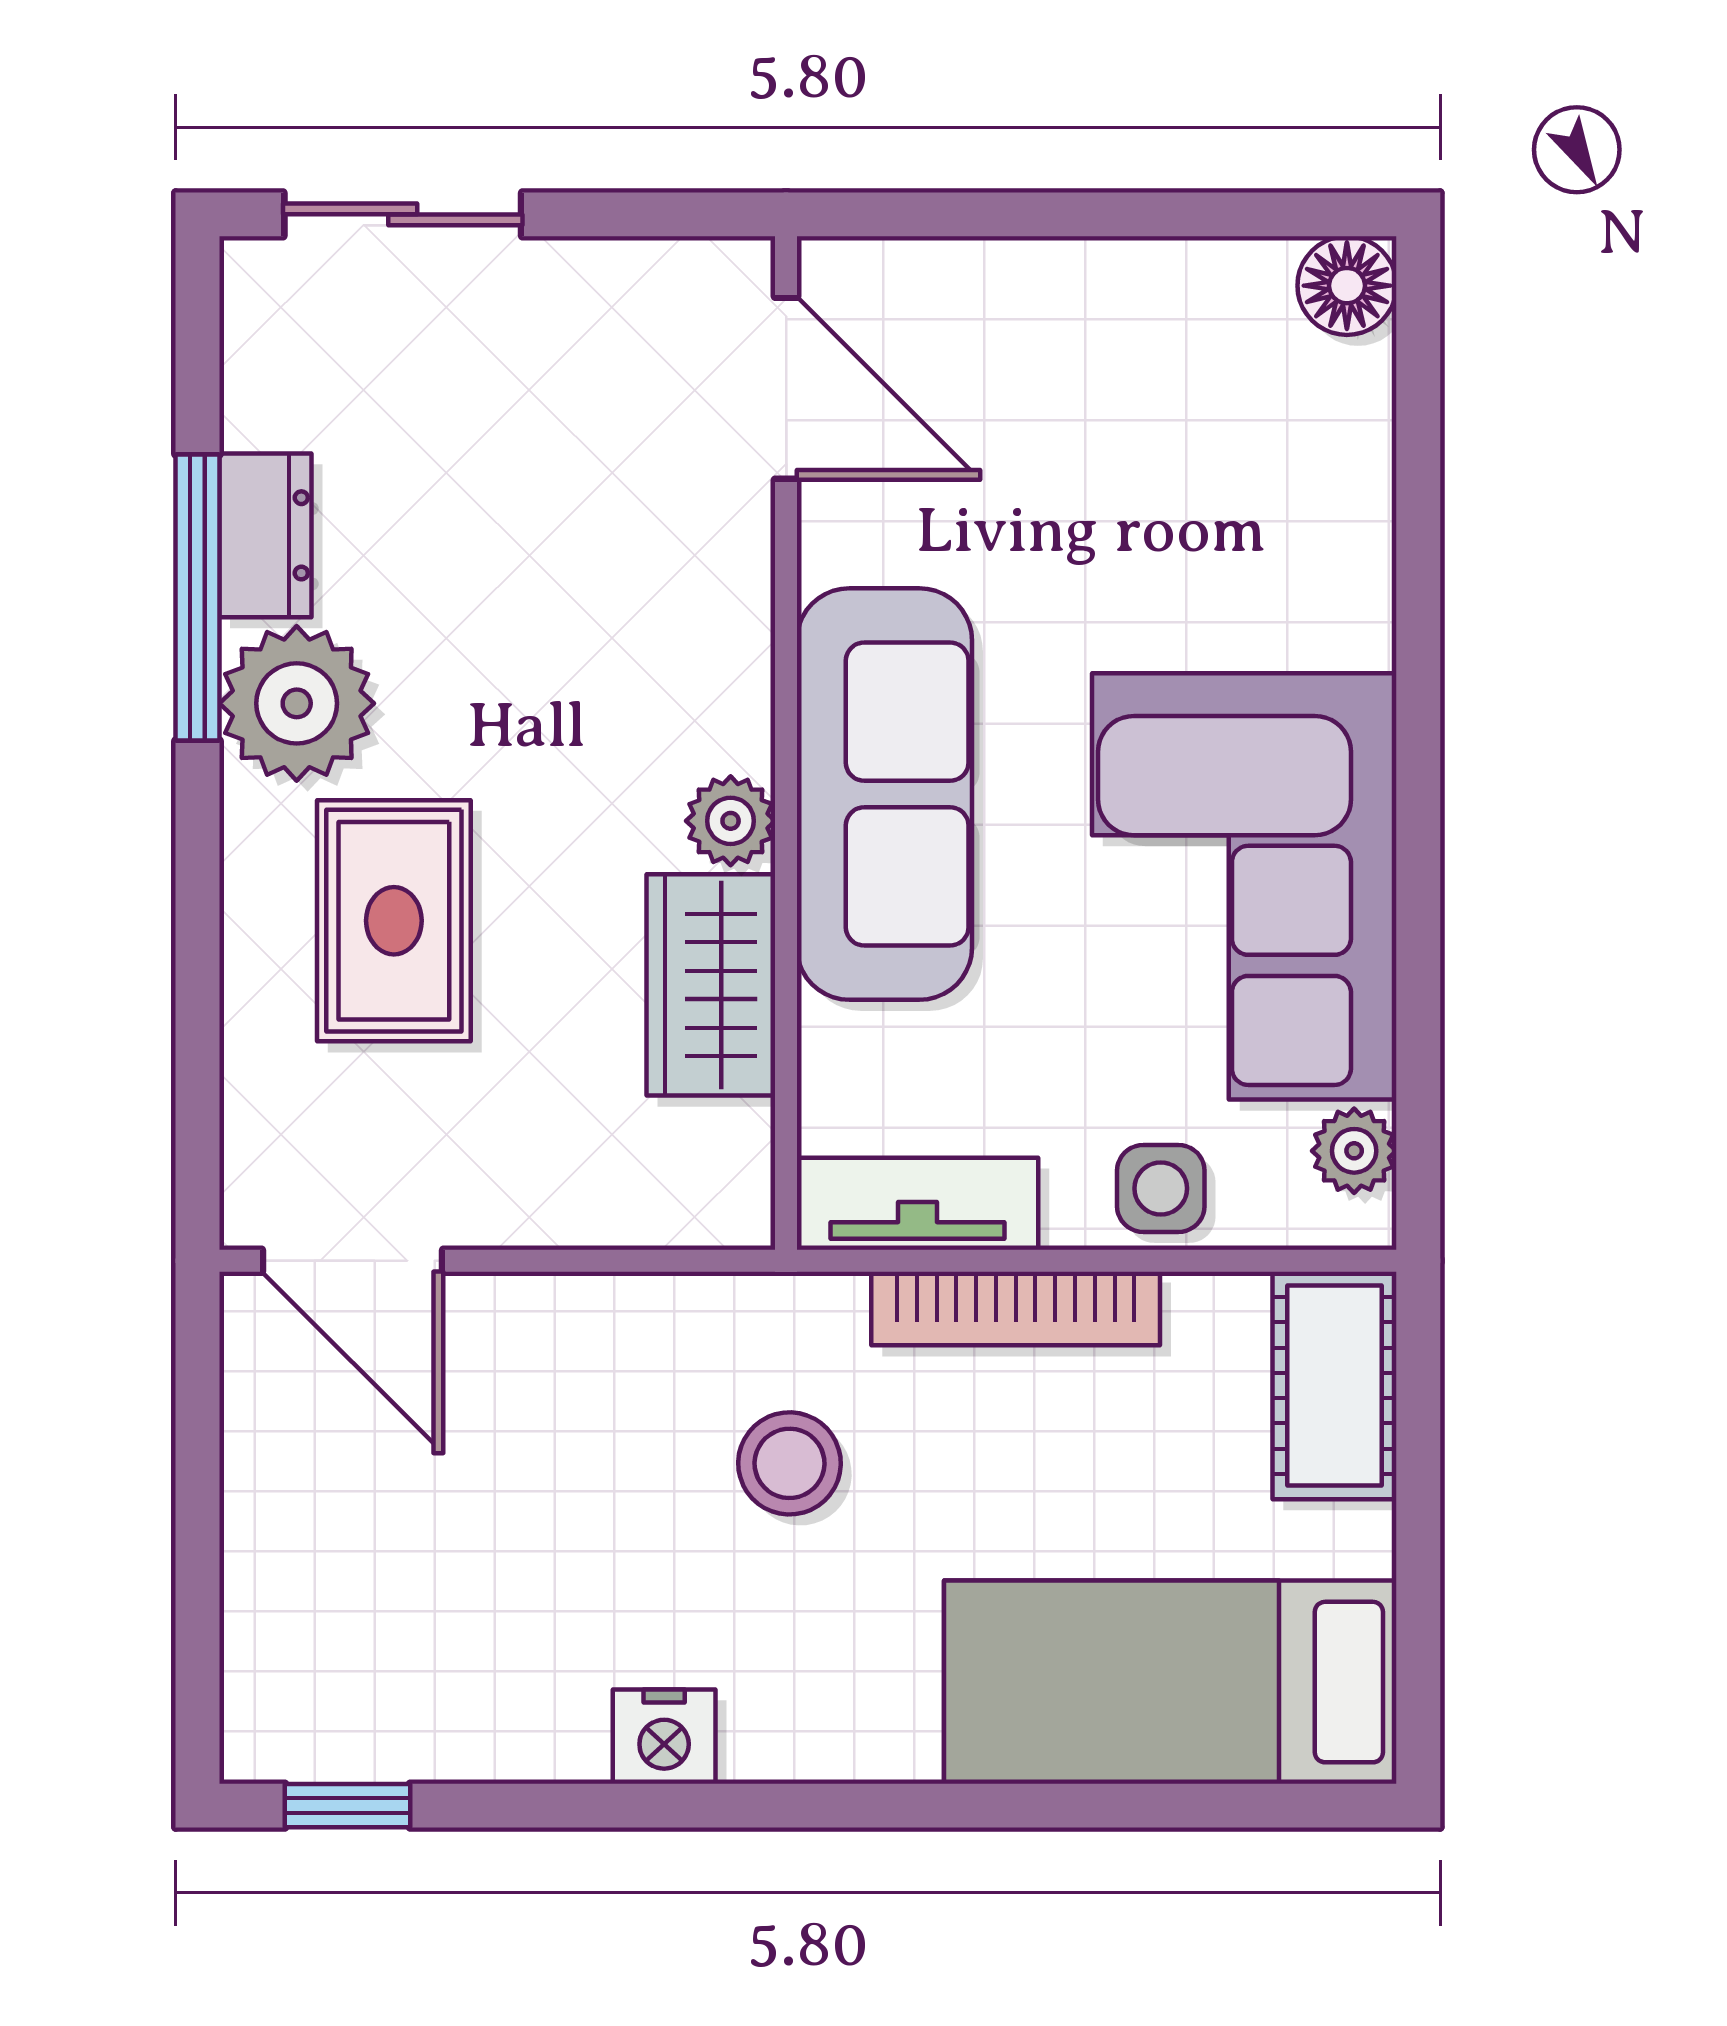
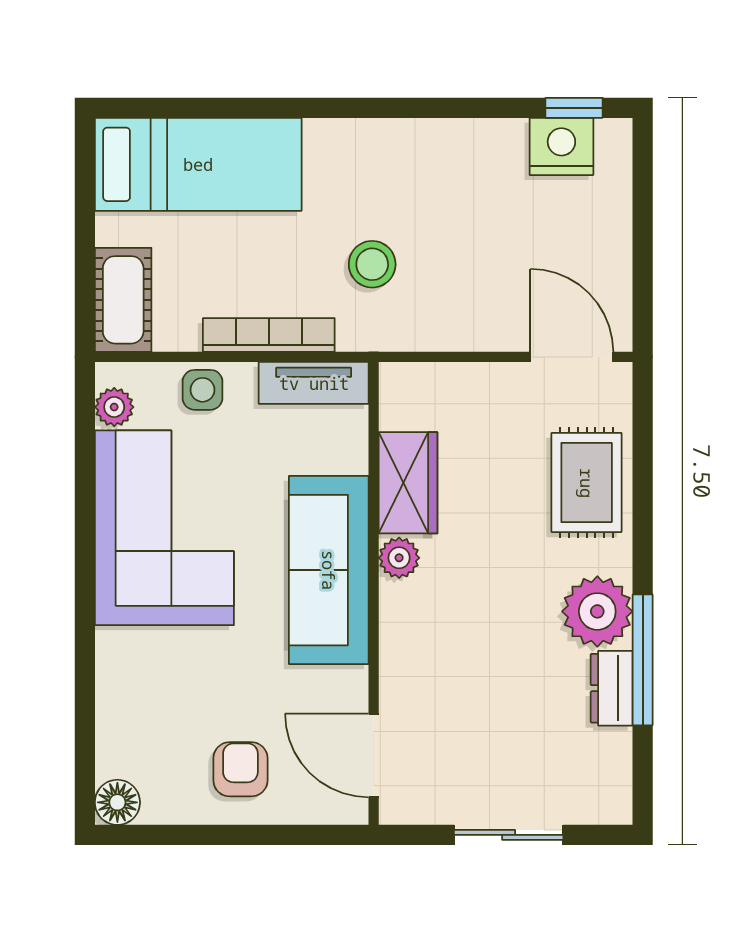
sliding door: (403, 214) -> (509, 835), moved
armchair: (1078, 358) -> (240, 769), added
rug: (394, 921) -> (587, 483), moved
nightstand: (664, 1737) -> (561, 146), moved, width x1.36, depth x1.33

